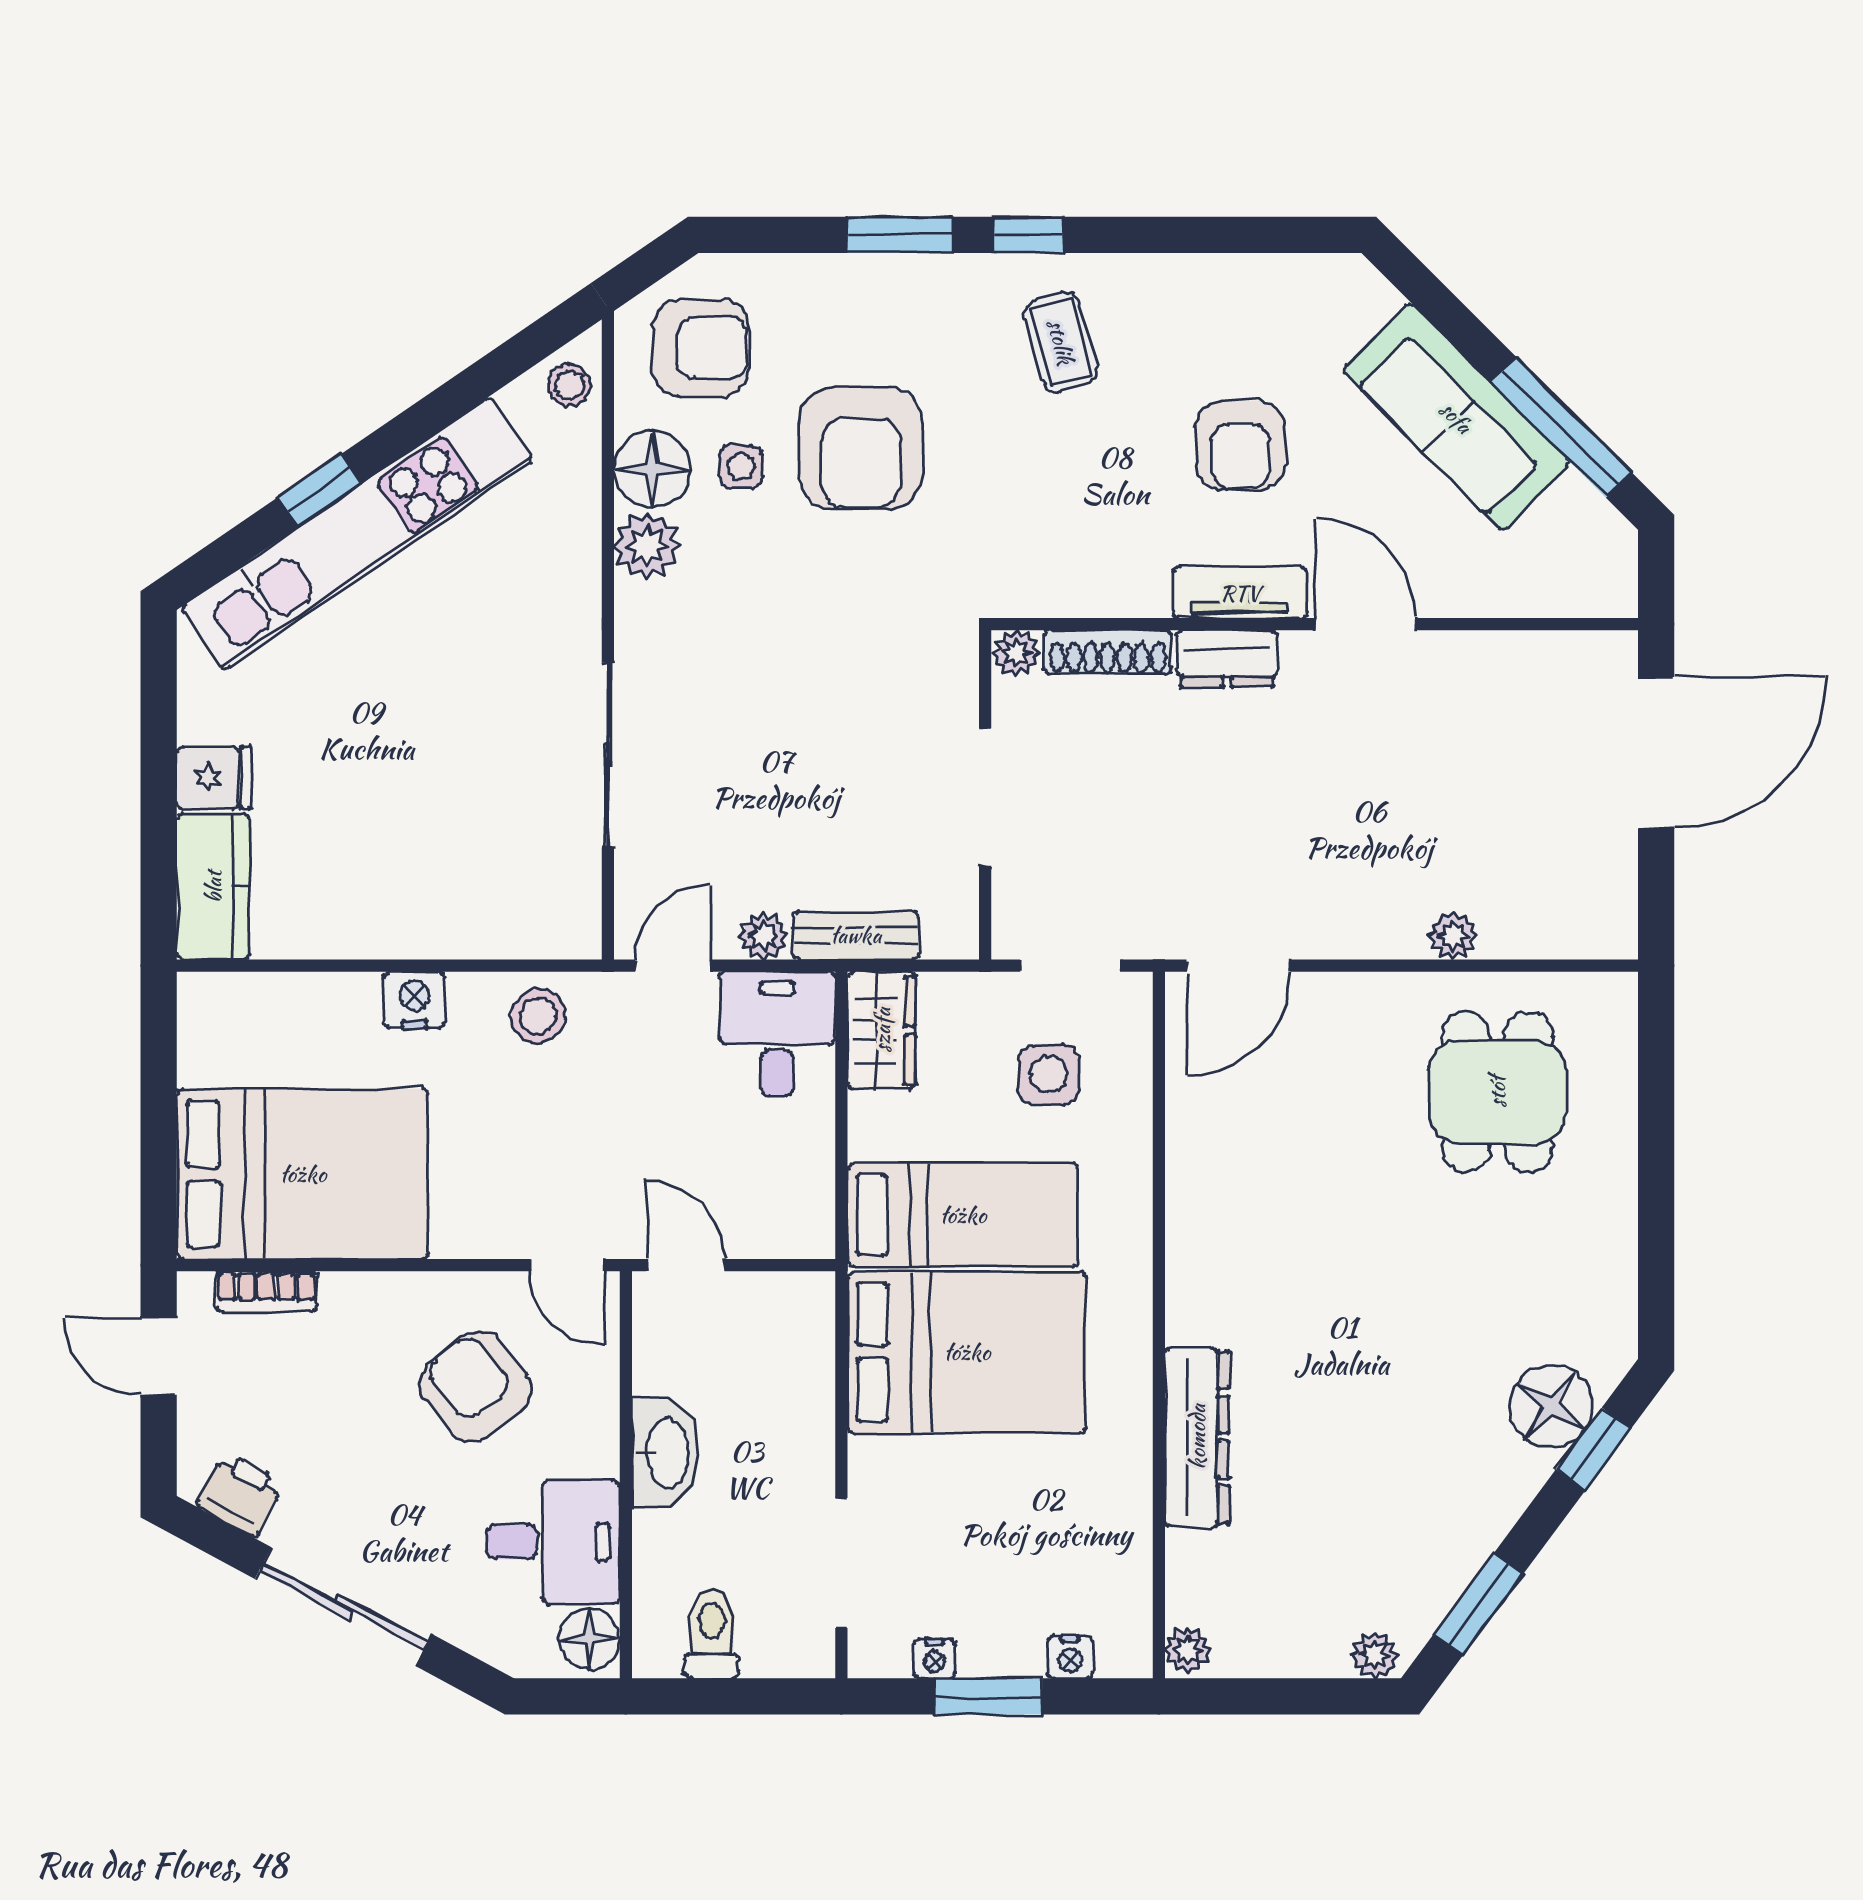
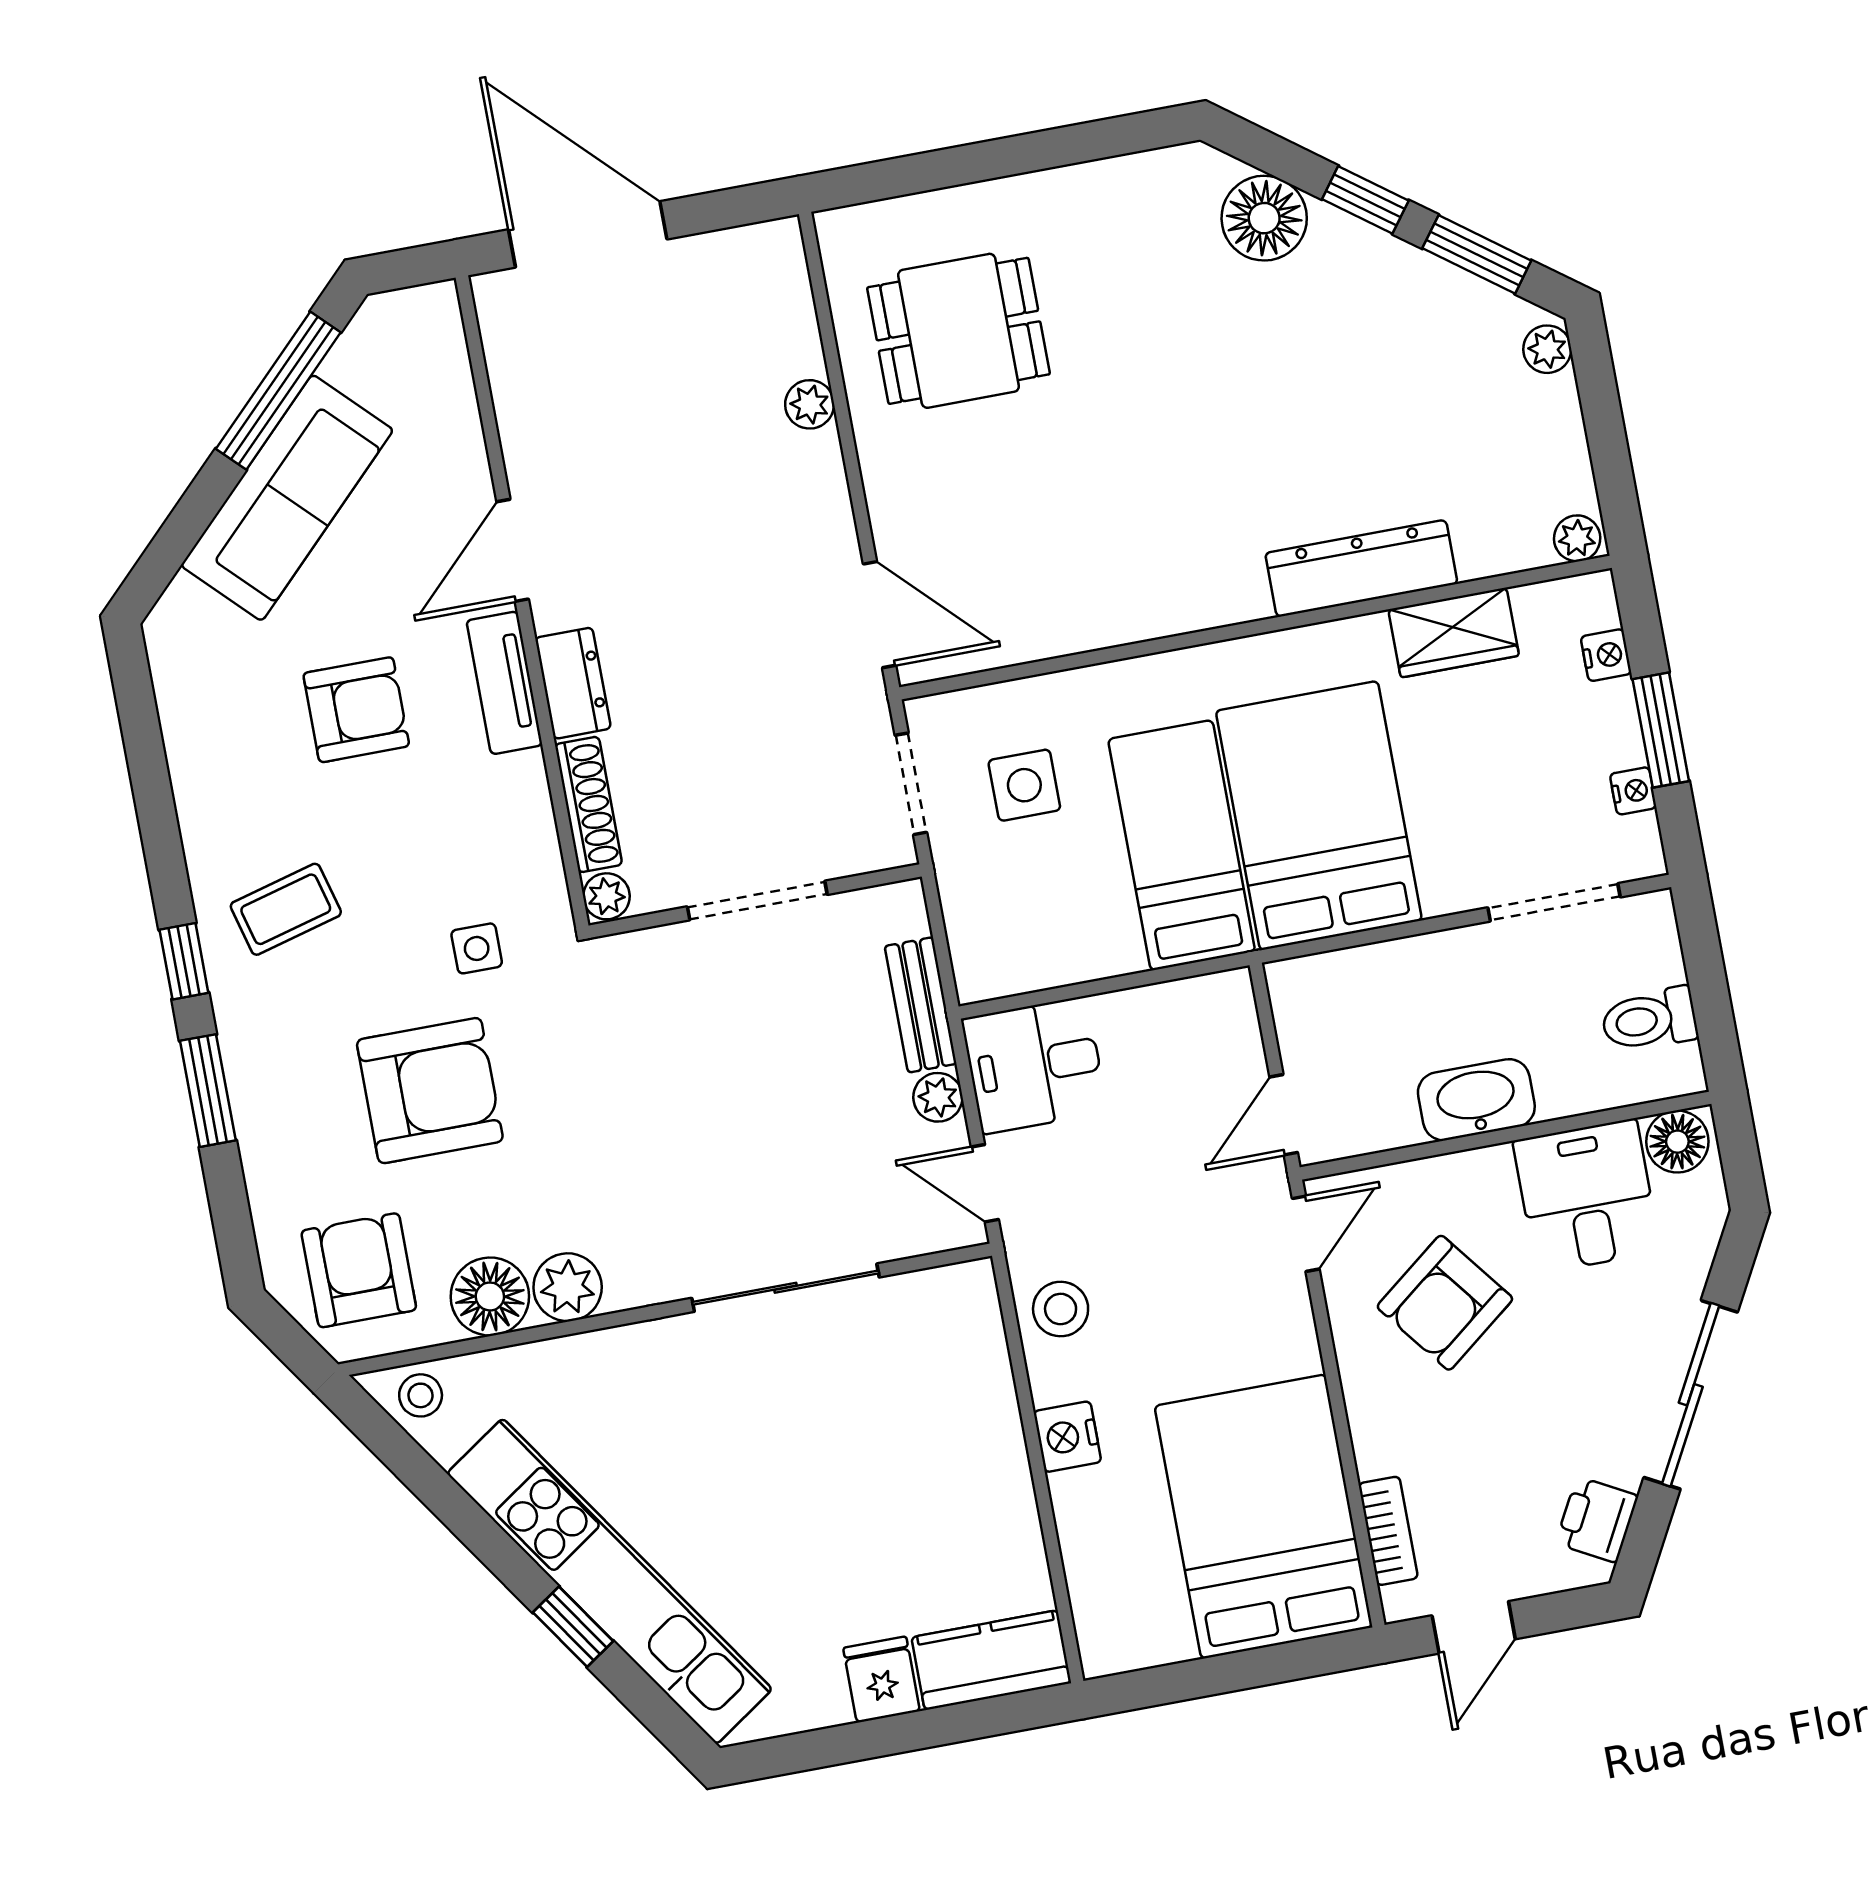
side table: (741, 467) -> (477, 948), moved
wardrobe: (882, 1030) -> (1454, 633), moved, turned 180
window: (1593, 1449) -> (1365, 200), moved

